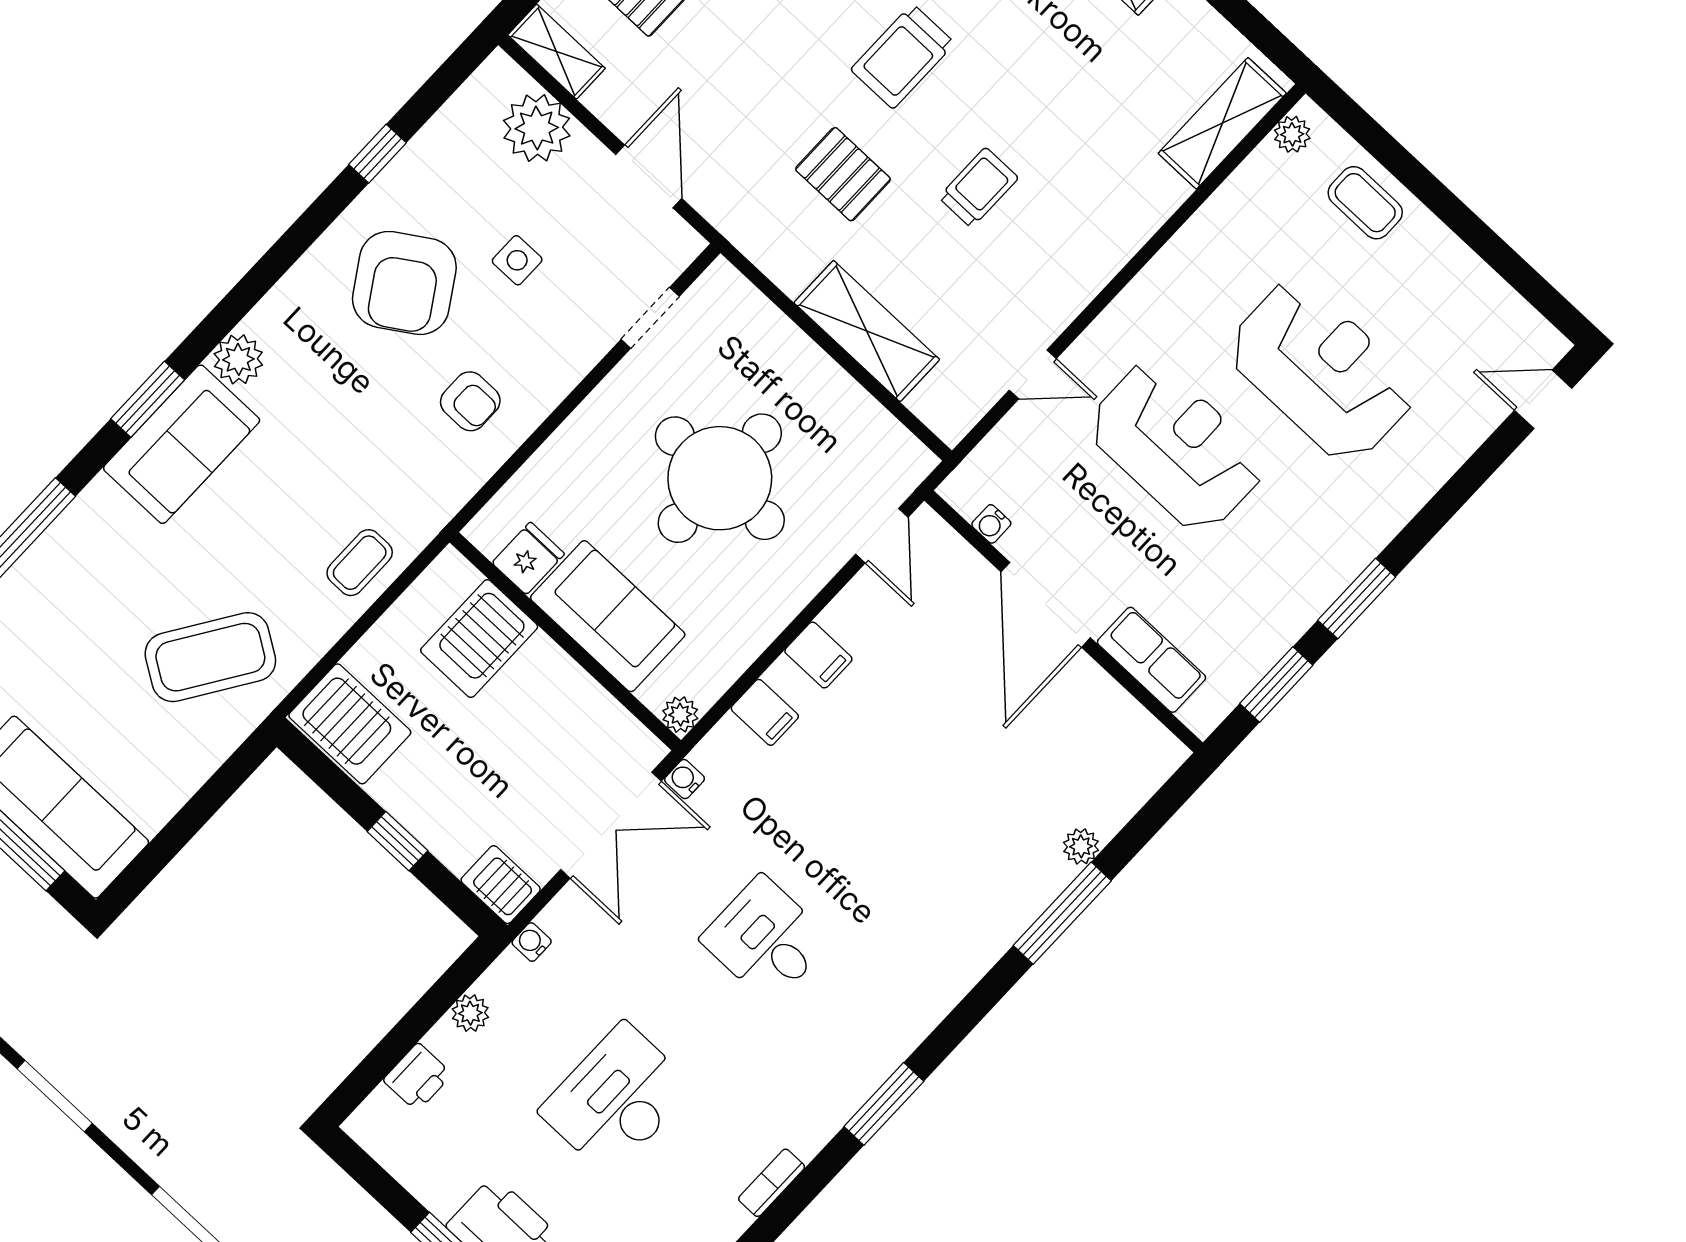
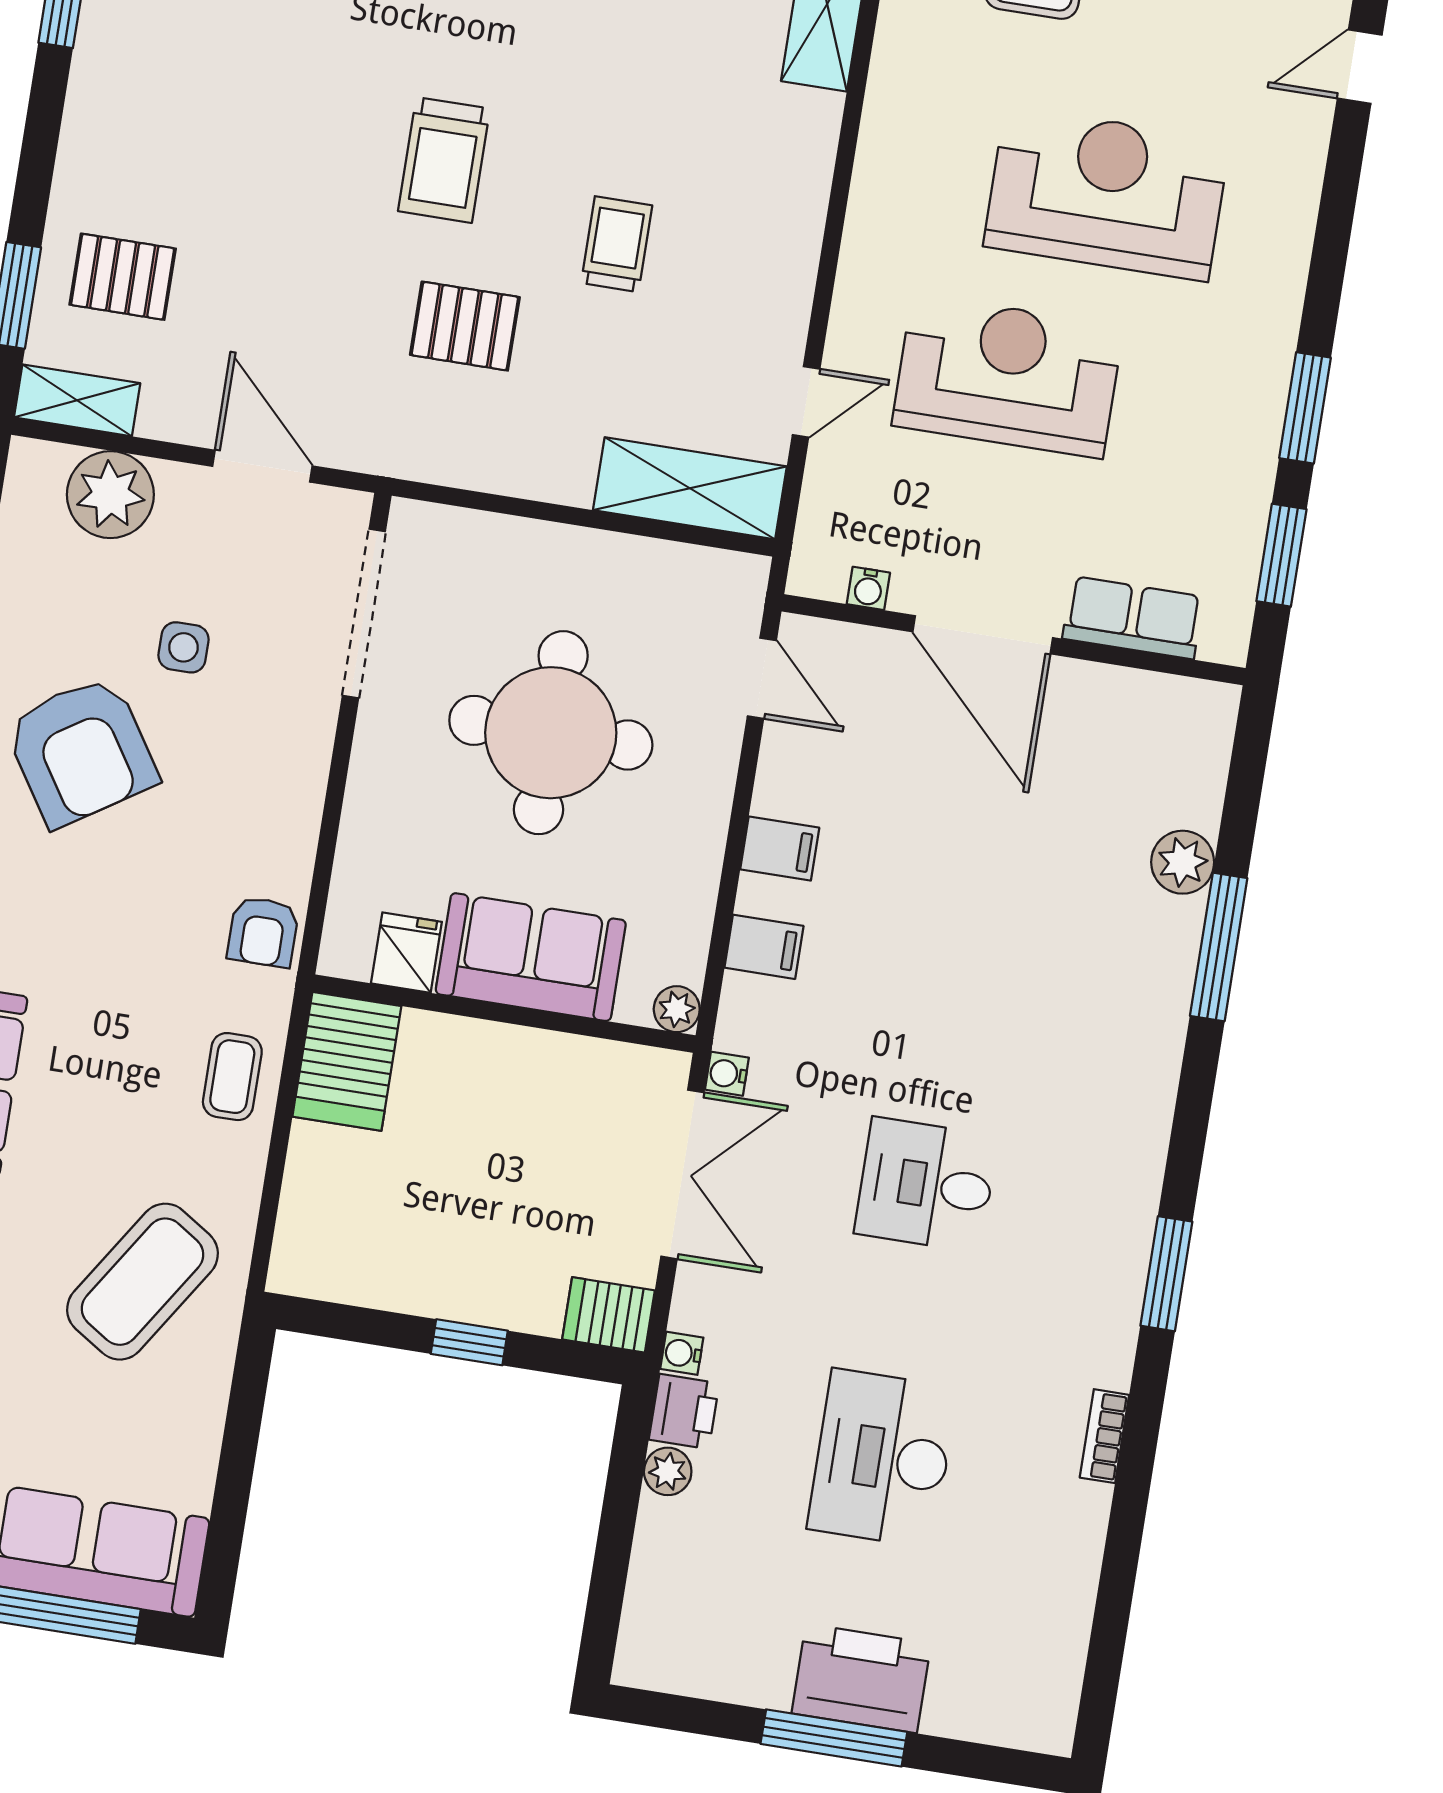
doorway: (650, 318) -> (364, 614), width x1.87
shelving: (867, 331) -> (690, 488), moved
armchair: (470, 401) -> (263, 932), moved, turned 90
server rack: (479, 639) -> (347, 1061), moved
server rack: (350, 724) -> (336, 1253), removed
plant: (1081, 846) -> (1183, 862), width x1.38, depth x1.38
printer: (418, 1077) -> (684, 1411), moved

